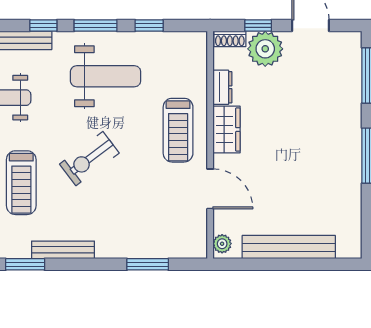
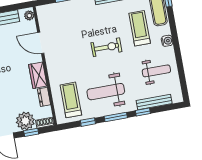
treadmill: (178, 130) -> (71, 100), moved
exercise bike: (89, 159) -> (106, 47), turned 37

